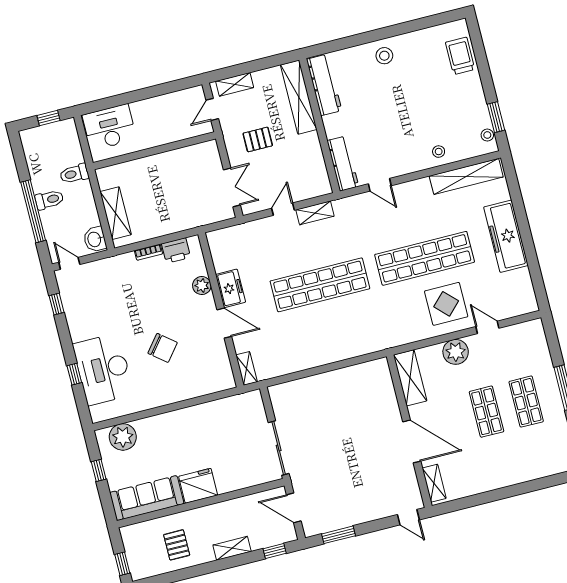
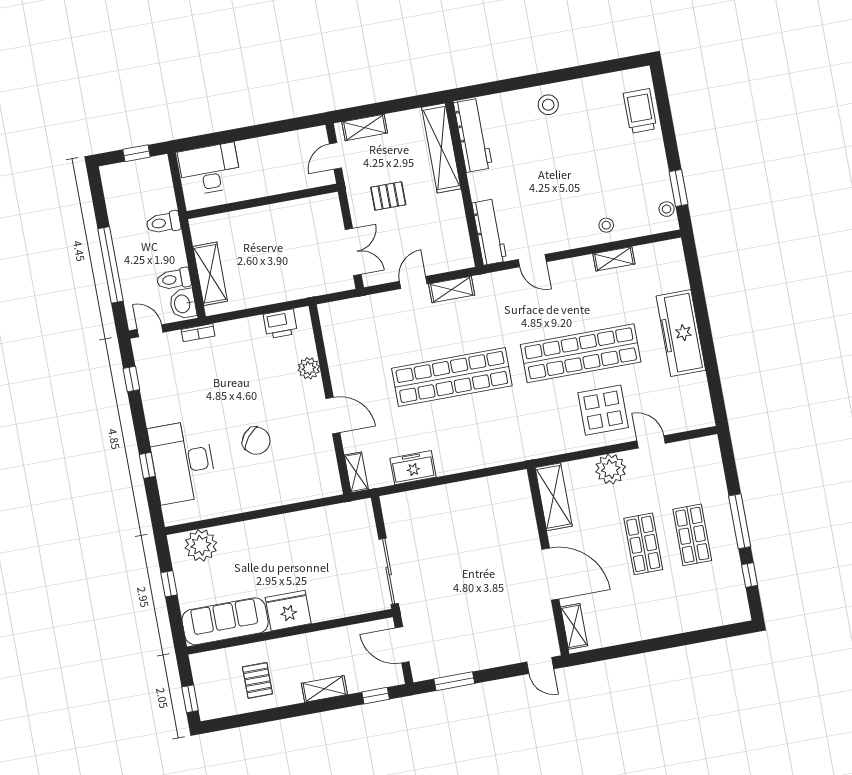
shelving: (466, 176) -> (614, 259), width x0.45, depth x0.75
toilet: (49, 200) -> (174, 279), moved, turned 180
bookcase: (149, 252) -> (198, 333), moved
freezer: (231, 288) -> (413, 468), moved, turned -90

